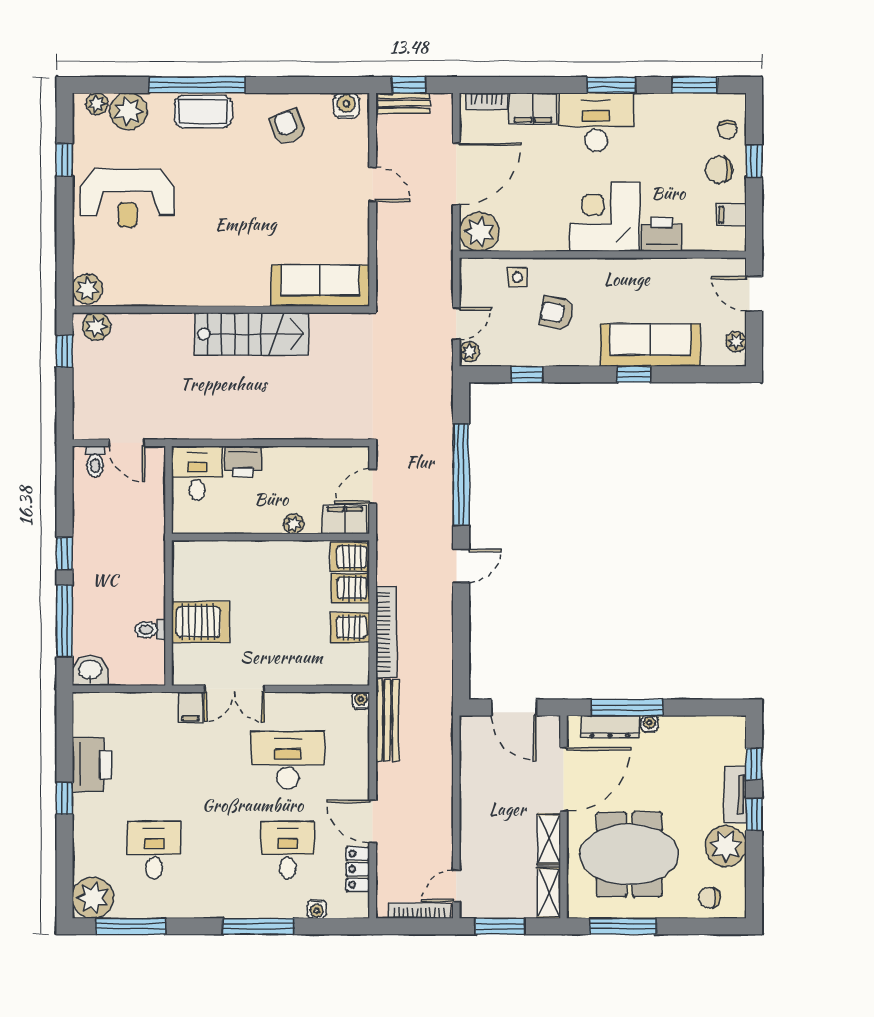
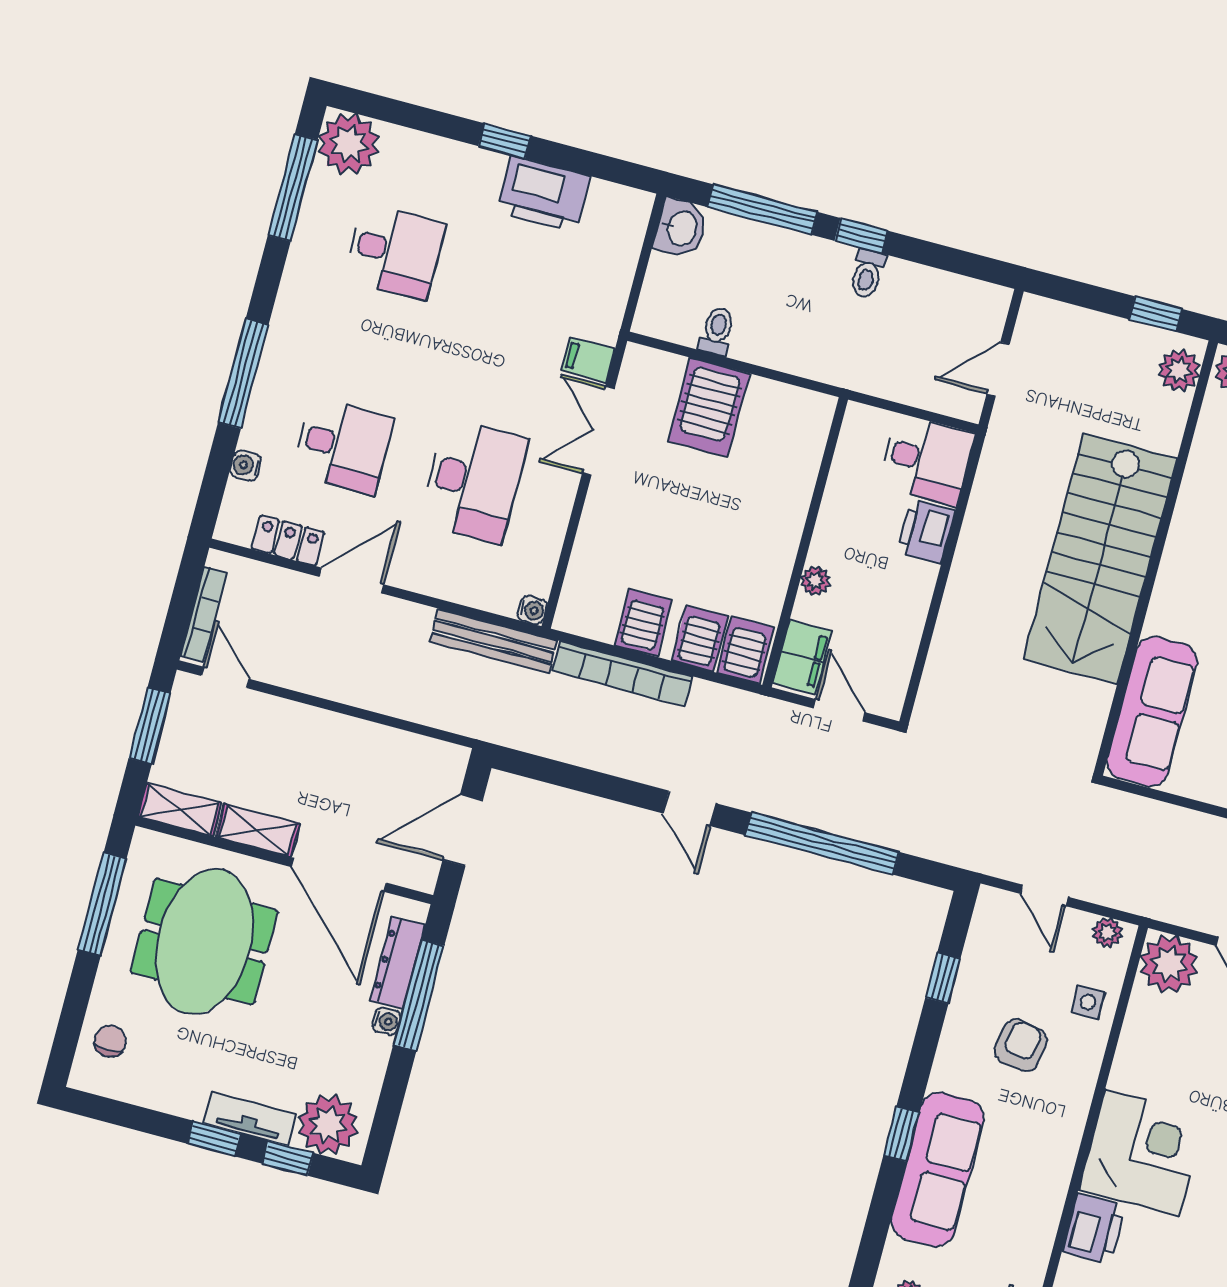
stairs: (252, 334) -> (1100, 559), width x1.36, depth x1.51
plant: (469, 351) -> (1107, 933), moved
toilet: (95, 461) -> (867, 274), moved, turned -90
plant: (726, 846) -> (328, 1125), moved

